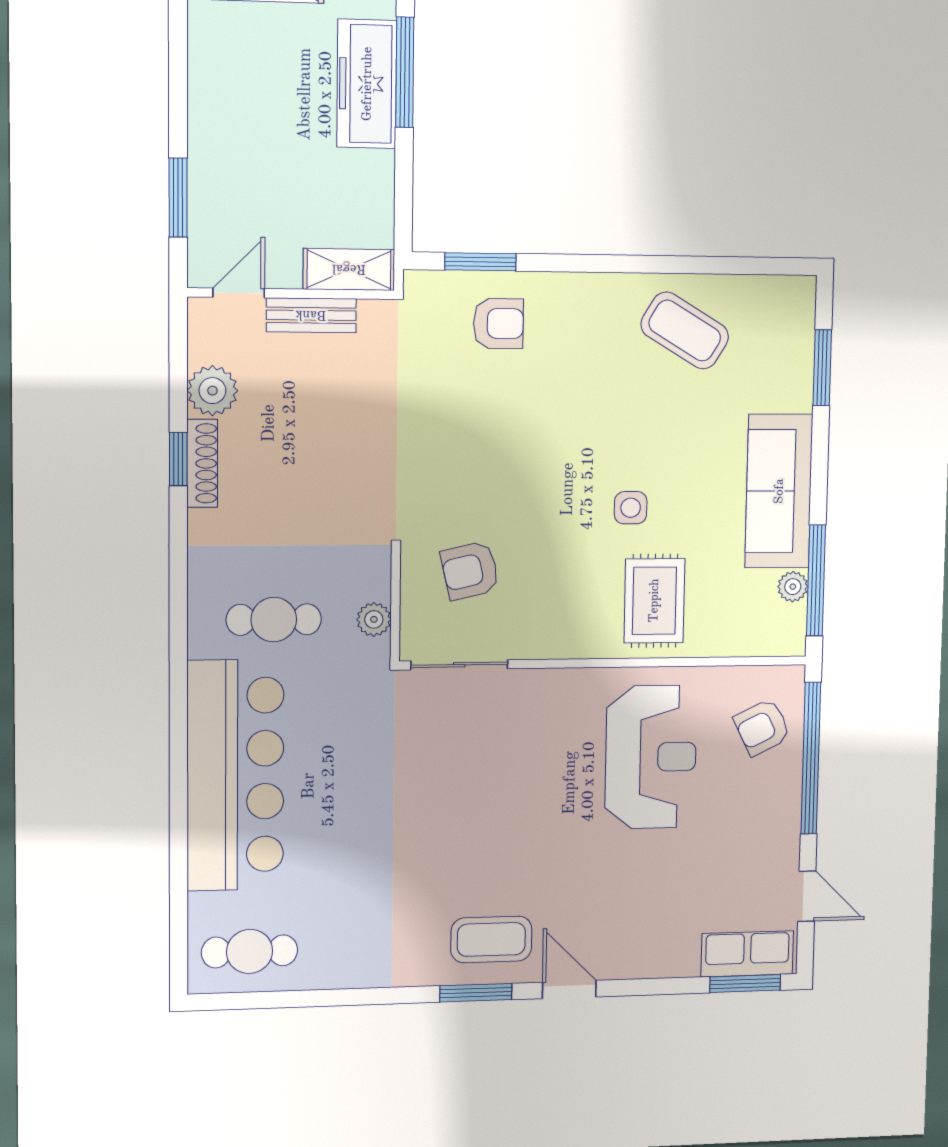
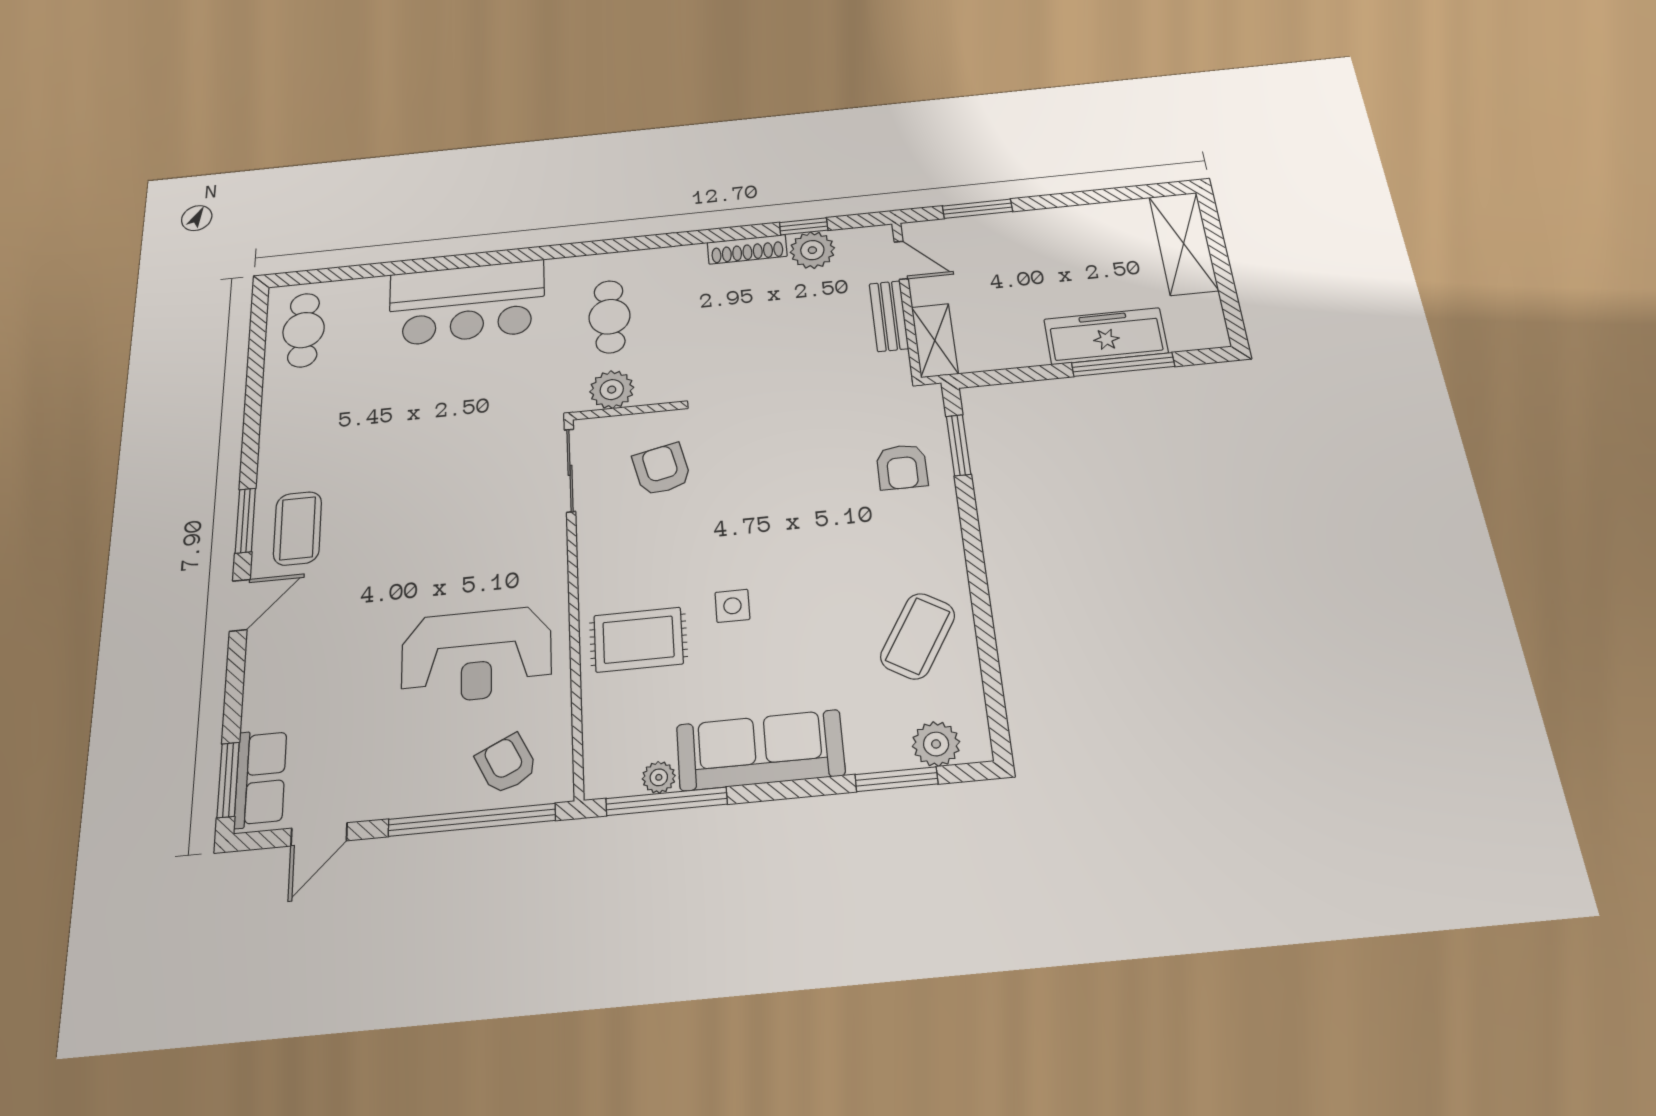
plant: (794, 327) -> (936, 744), added
window: (178, 459) -> (804, 226), moved
plant: (374, 619) -> (612, 390), width x1.38, depth x1.38
bar counter: (235, 775) -> (467, 303), width x0.73

